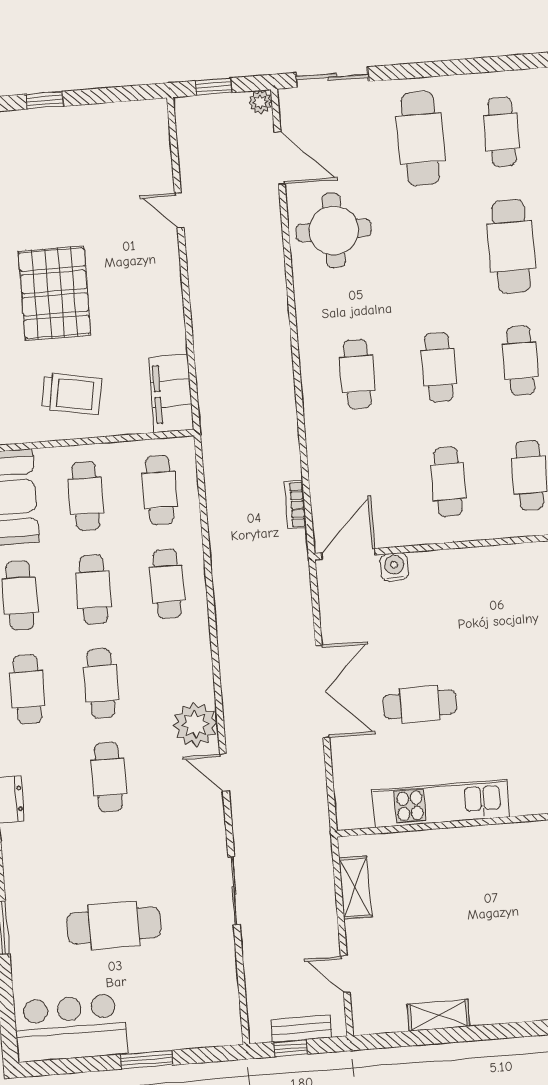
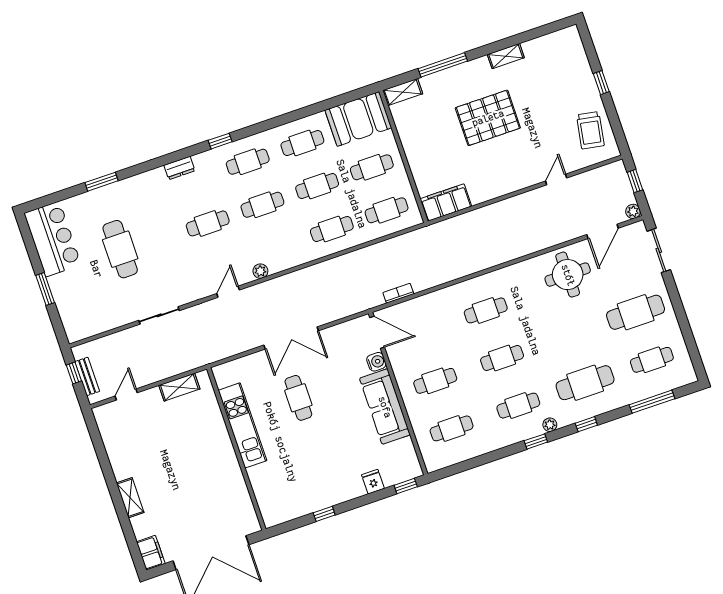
trolley: (71, 394) -> (590, 130), moved
sofa: (468, 571) -> (385, 407), added
plant: (195, 724) -> (260, 271), width x0.53, depth x0.53
shelving: (439, 1015) -> (130, 498), moved

